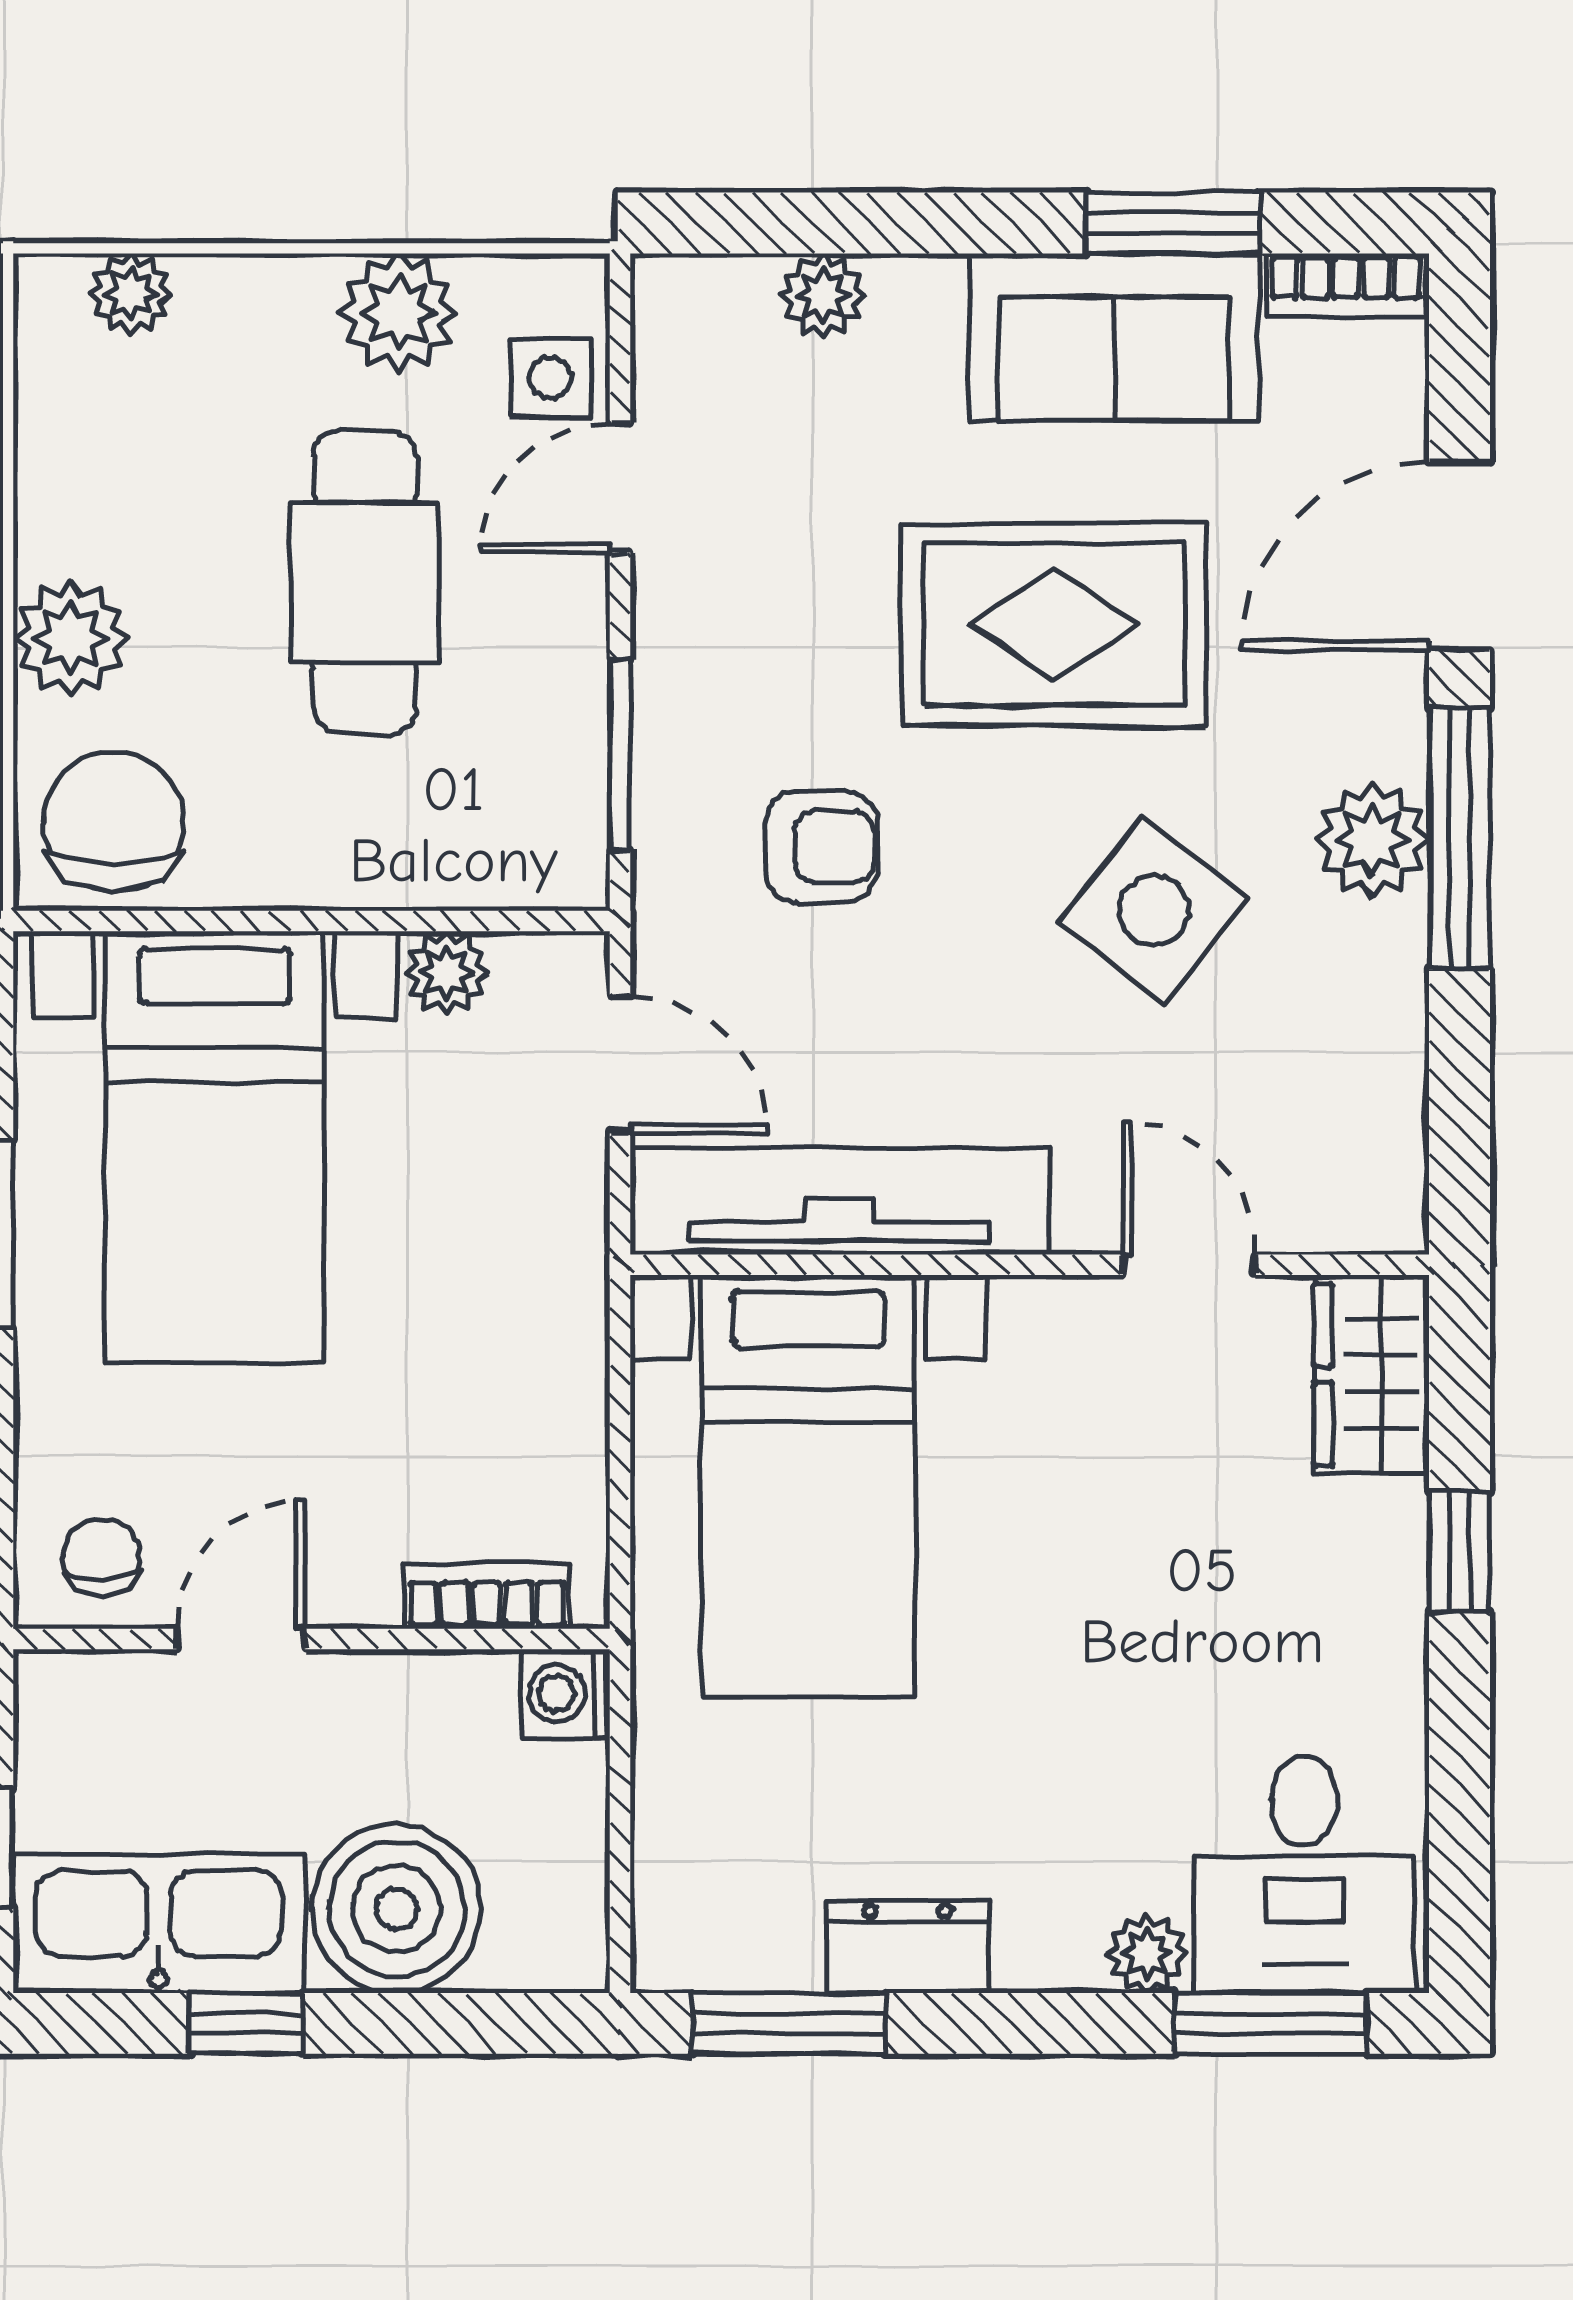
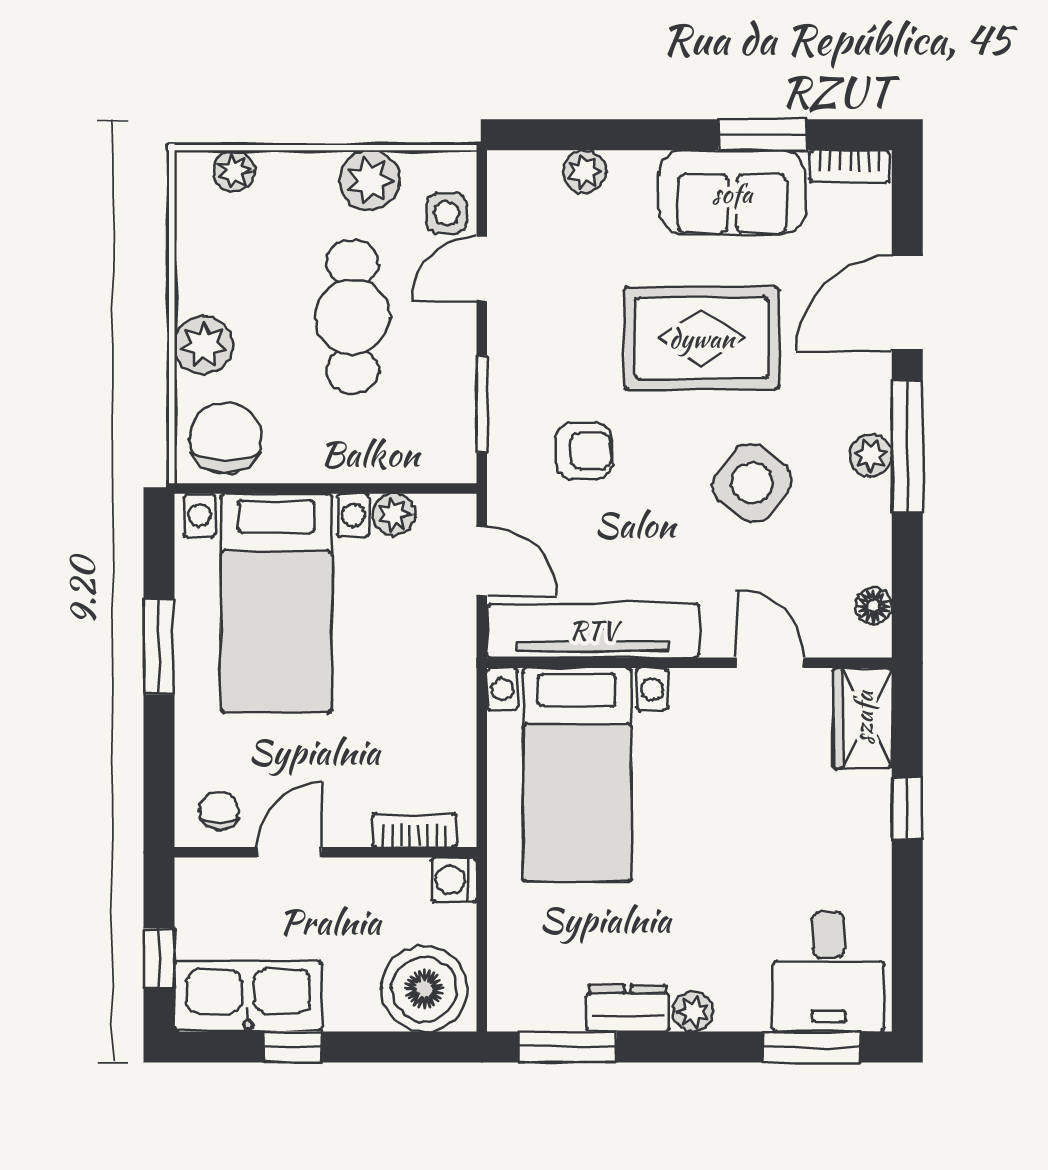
plant: (1372, 840) -> (871, 455), width x0.73, depth x0.73
floor lamp: (1393, 1153) -> (874, 606), added
boiler: (397, 1909) -> (424, 989), moved
plant: (1147, 1954) -> (693, 1012), moved

